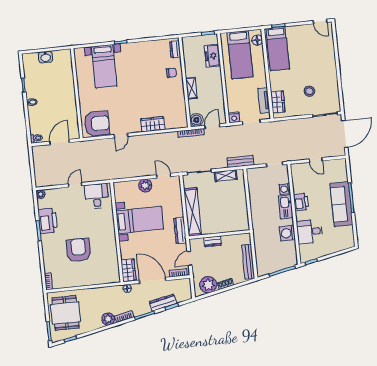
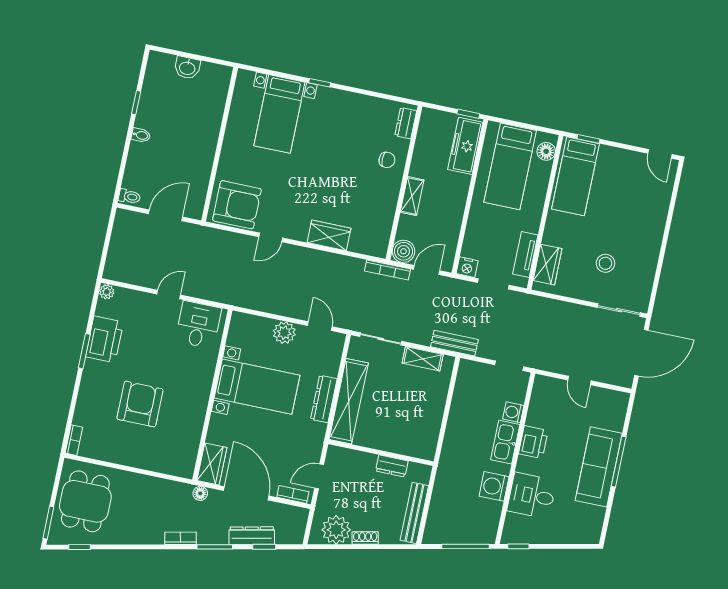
freezer: (212, 56) -> (465, 146), width x1.40
dresser: (180, 230) -> (324, 399), moved
dresser: (213, 241) -> (392, 466), moved
plant: (108, 319) -> (152, 534), removed

